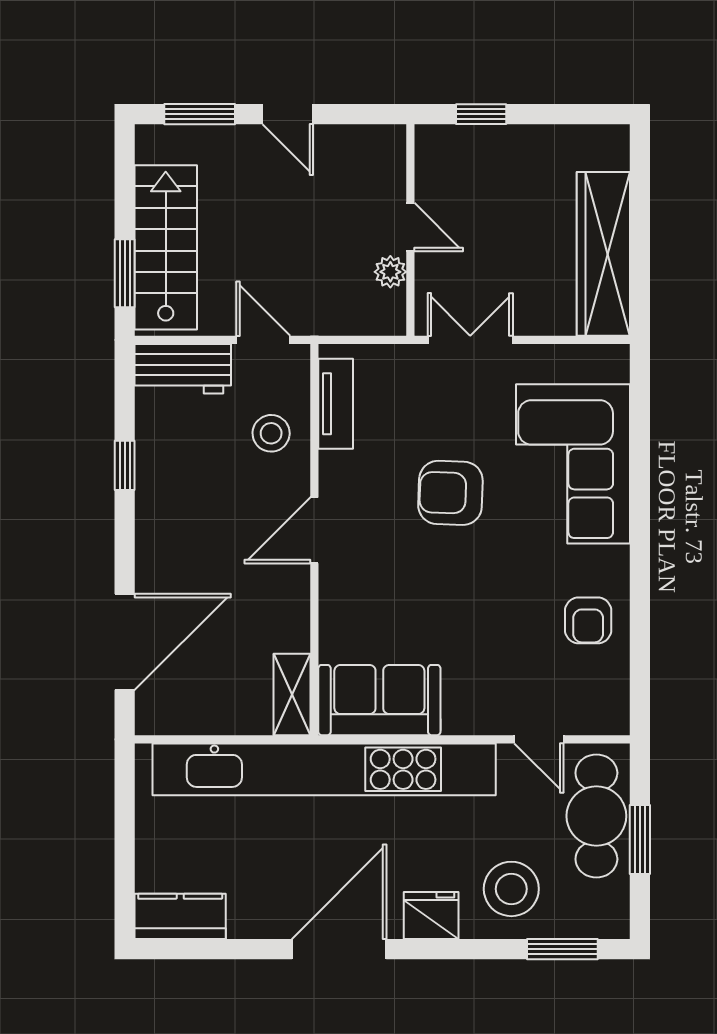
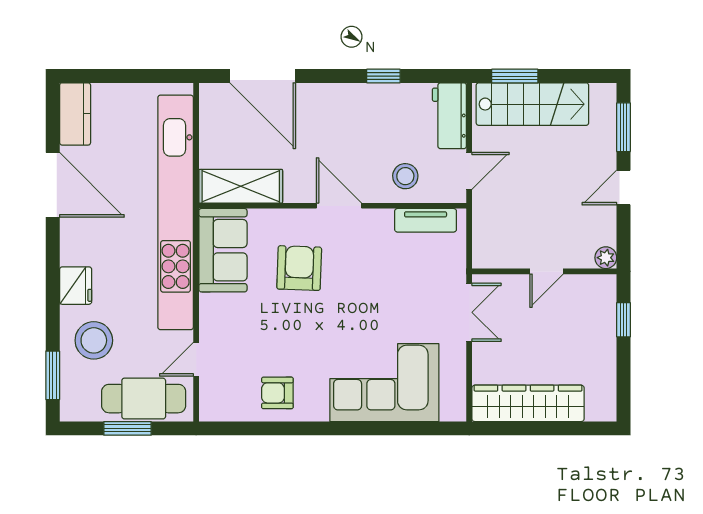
plant: (390, 272) -> (606, 258), moved
armchair: (450, 493) -> (299, 268), moved
shelving: (292, 694) -> (241, 186), width x1.50, depth x1.33
door: (339, 949) -> (53, 185), moved

